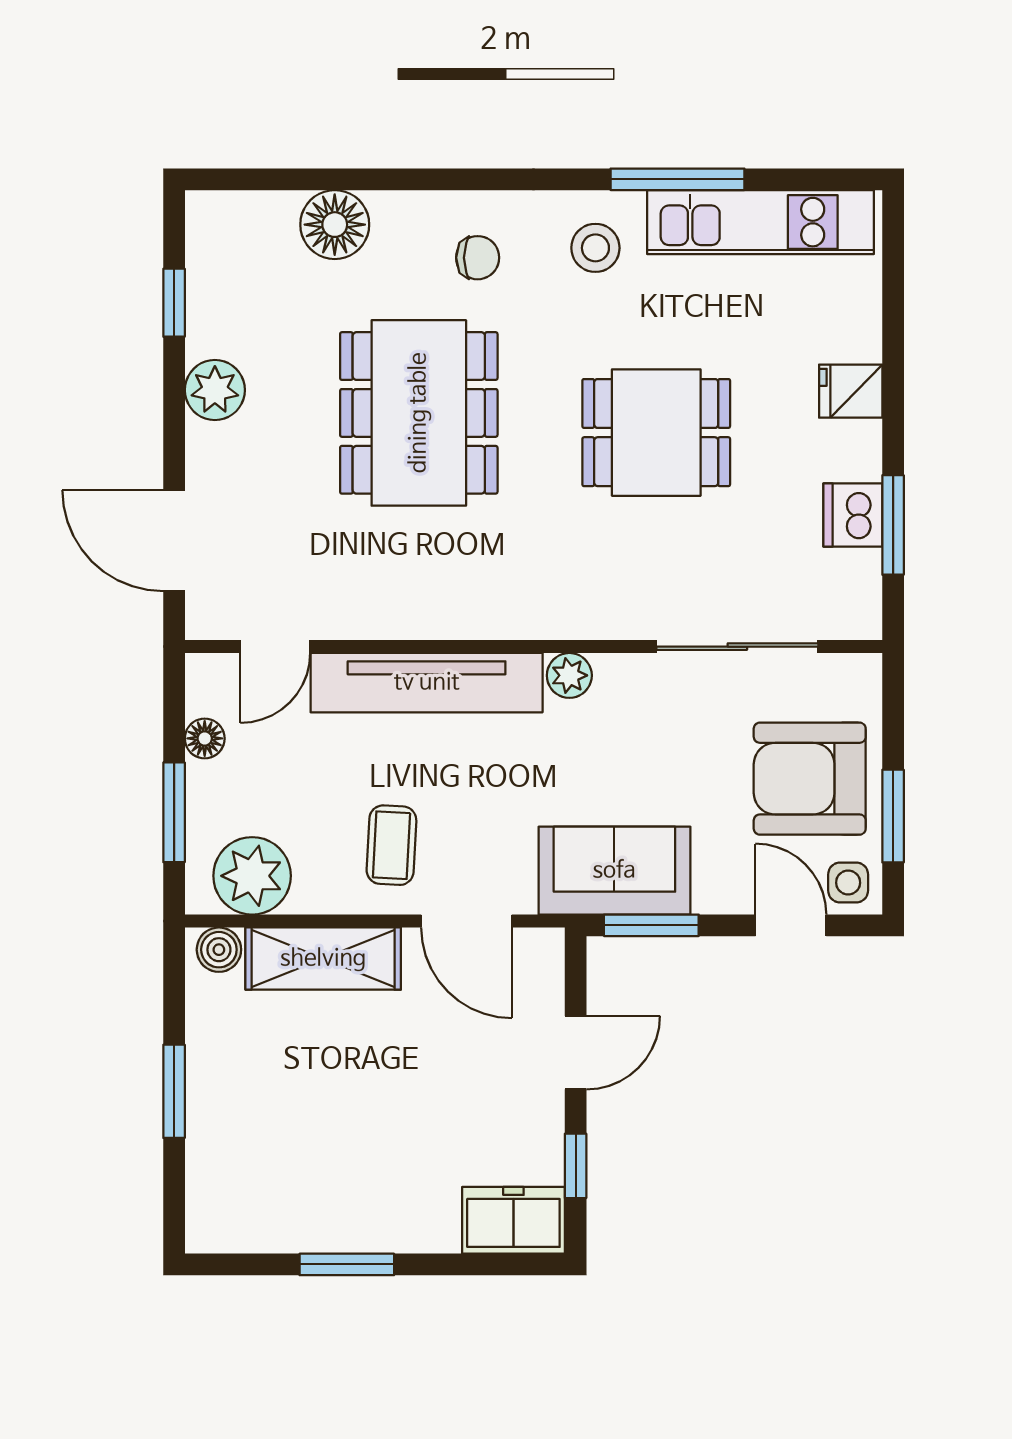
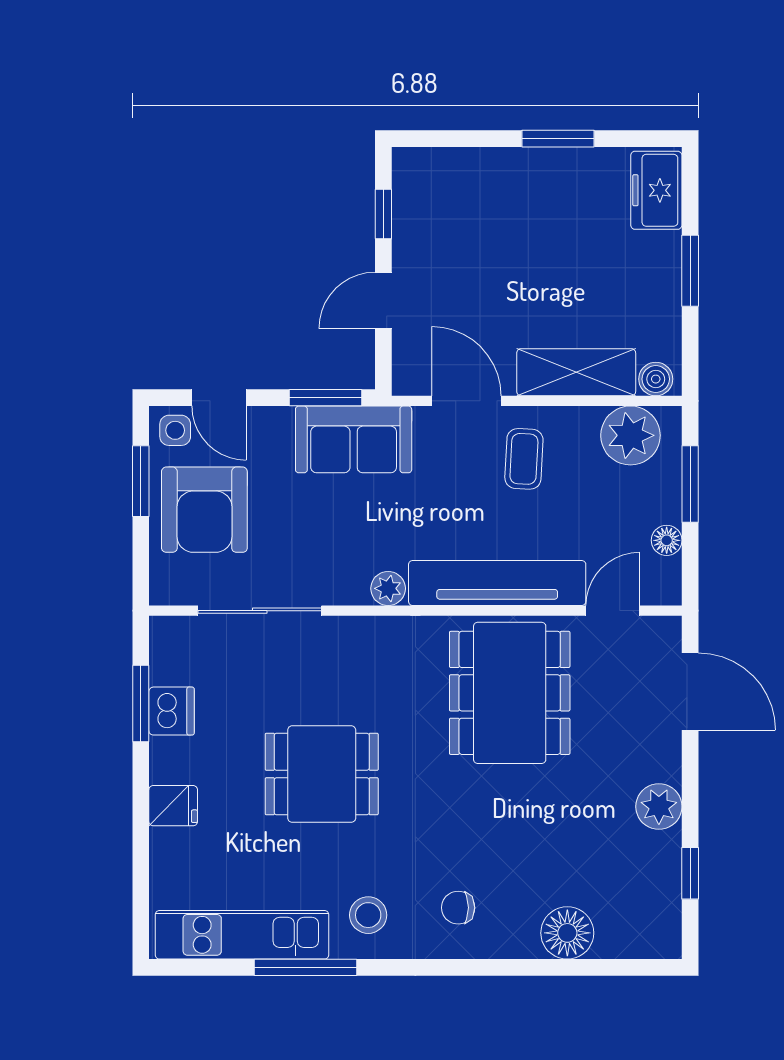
dining table: (419, 413) -> (510, 693), moved
armchair: (810, 779) -> (204, 510), turned 90
freezer: (513, 1220) -> (656, 190), moved, turned 90

